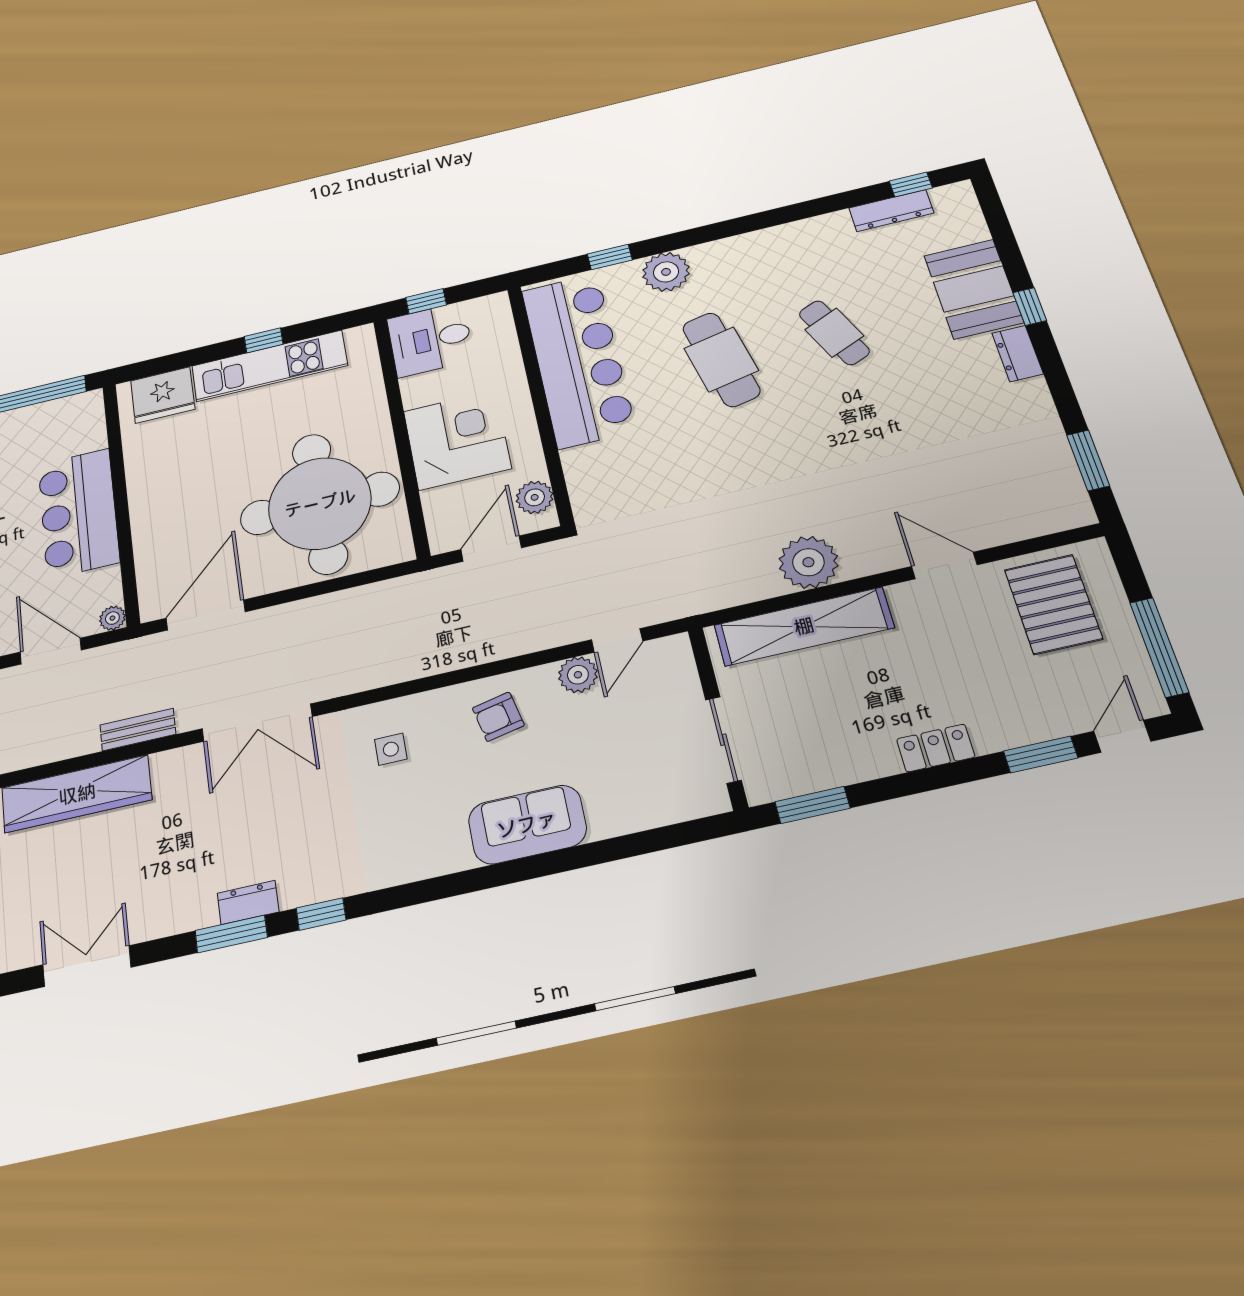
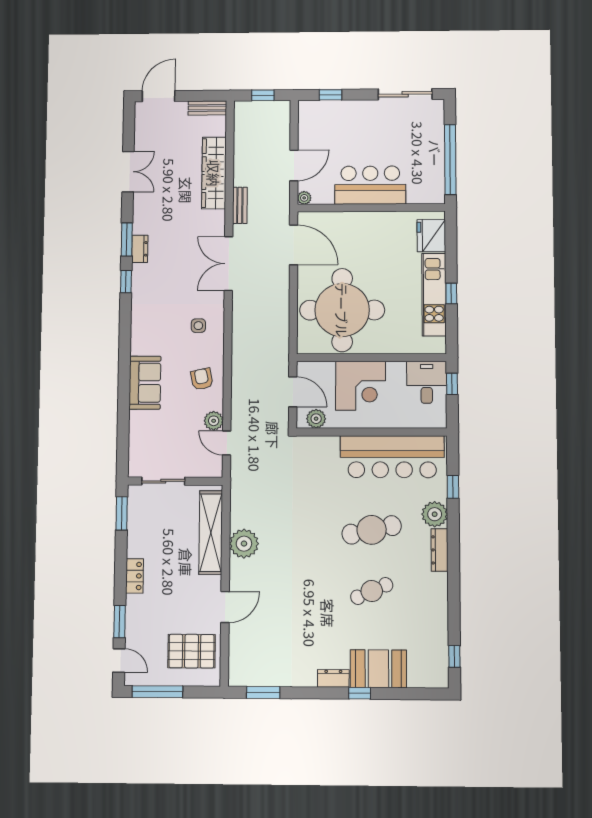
dresser: (891, 211) -> (440, 550), moved

